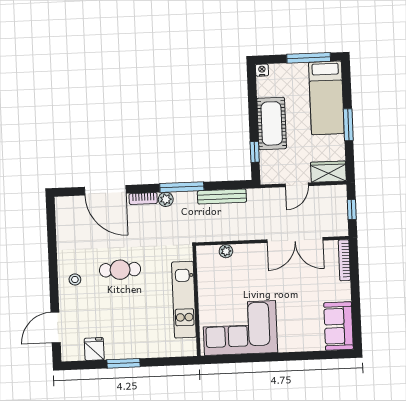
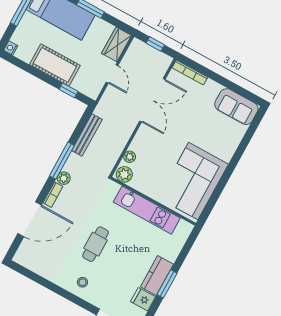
plant: (205, 256) -> (124, 174), added
kitchen counter: (126, 349) -> (157, 276), added

